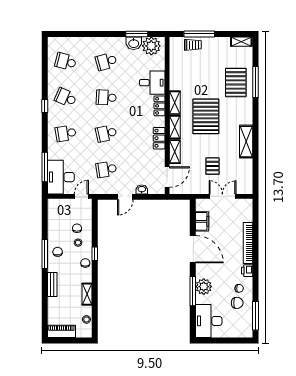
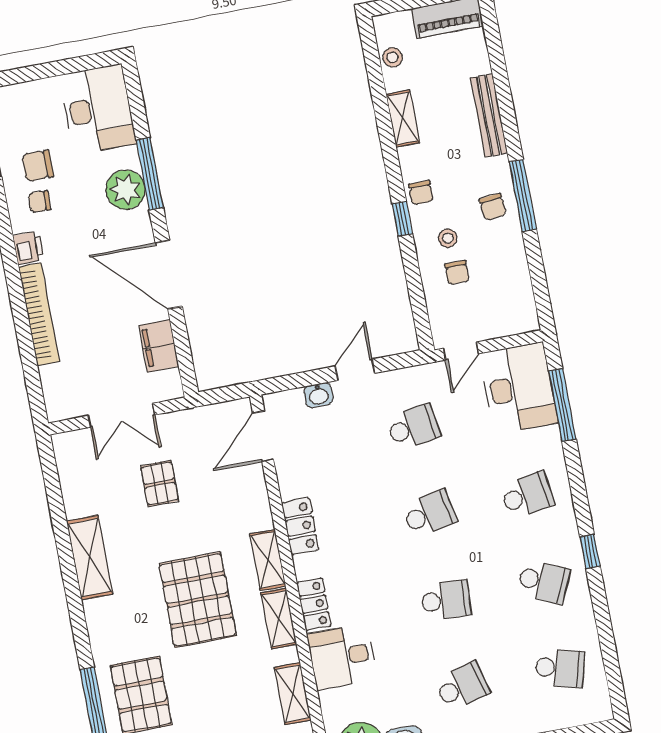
shelving: (175, 152) -> (293, 694), moved
bench: (52, 284) -> (489, 115), width x1.36

